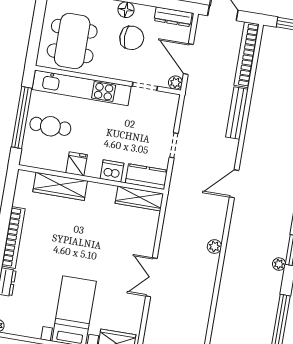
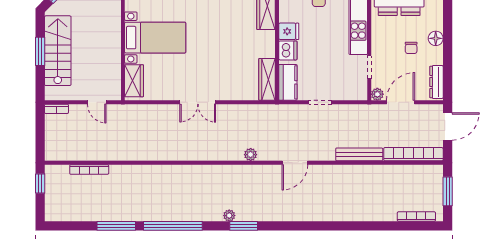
chair: (132, 38) -> (411, 48), width x0.54, depth x0.54
fridge: (77, 164) -> (289, 31), moved
door: (234, 184) -> (295, 163), swing flipped
plant: (214, 247) -> (251, 155), moved
double door: (151, 277) -> (198, 102), swing flipped

